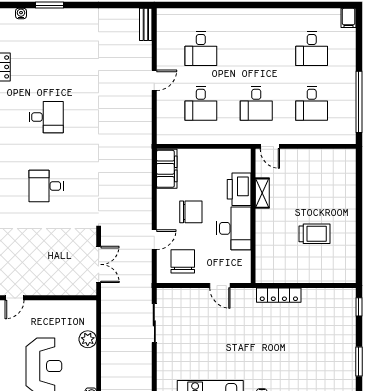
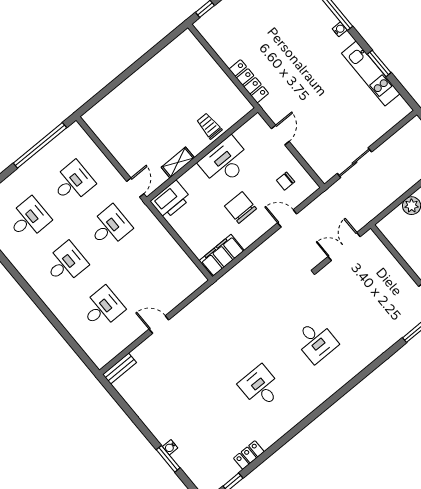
water cooler: (21, 14) -> (170, 447), moved
desk: (201, 103) -> (66, 263), moved
printer: (239, 189) -> (171, 200), moved
trolley: (314, 234) -> (209, 126), moved, width x0.73, depth x0.72
chair: (183, 261) -> (286, 181), width x0.54, depth x0.54

